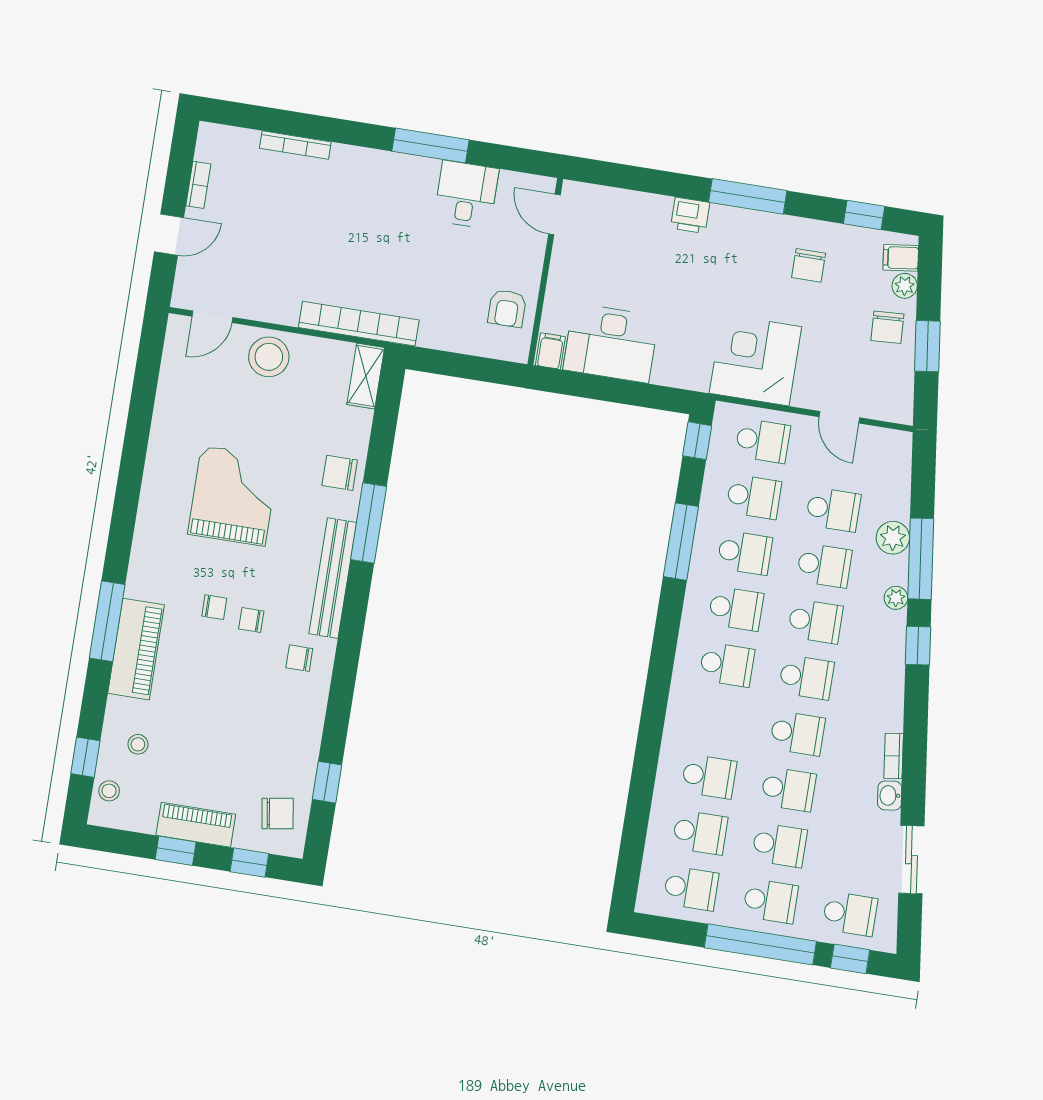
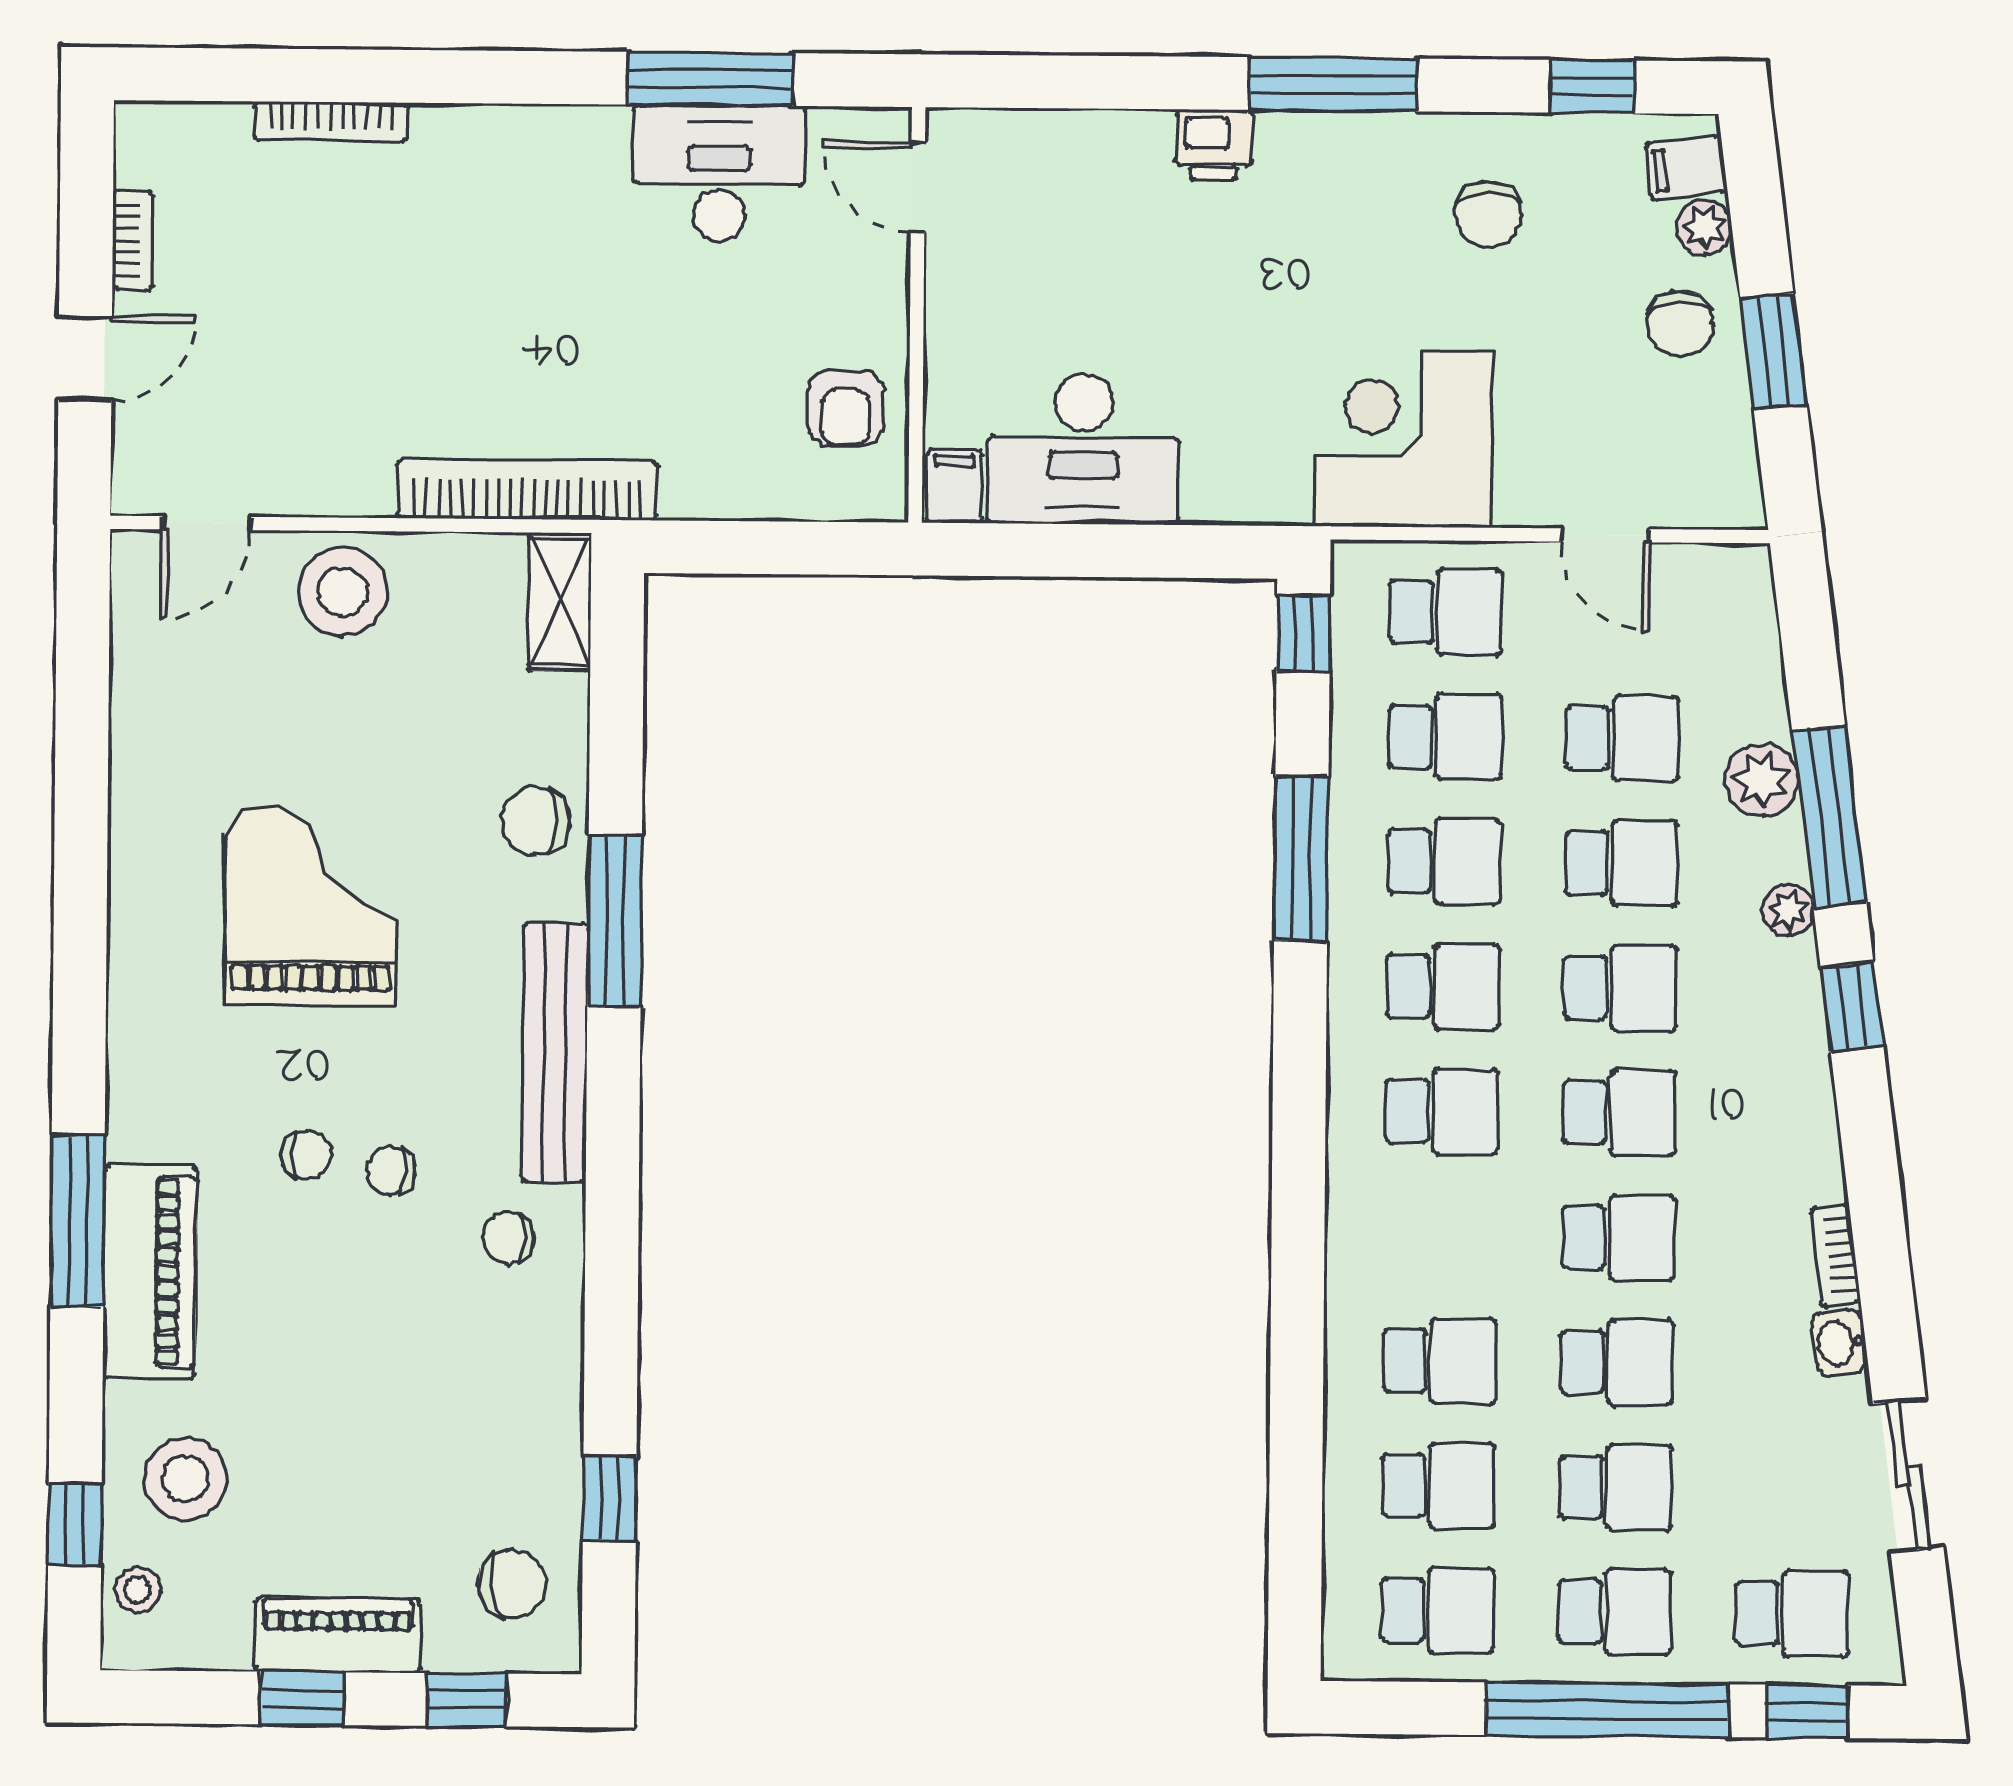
window: (430, 146) -> (710, 79), moved
desk: (466, 195) -> (719, 173), width x1.37
stool: (138, 744) -> (185, 1479), width x1.89, depth x1.89

